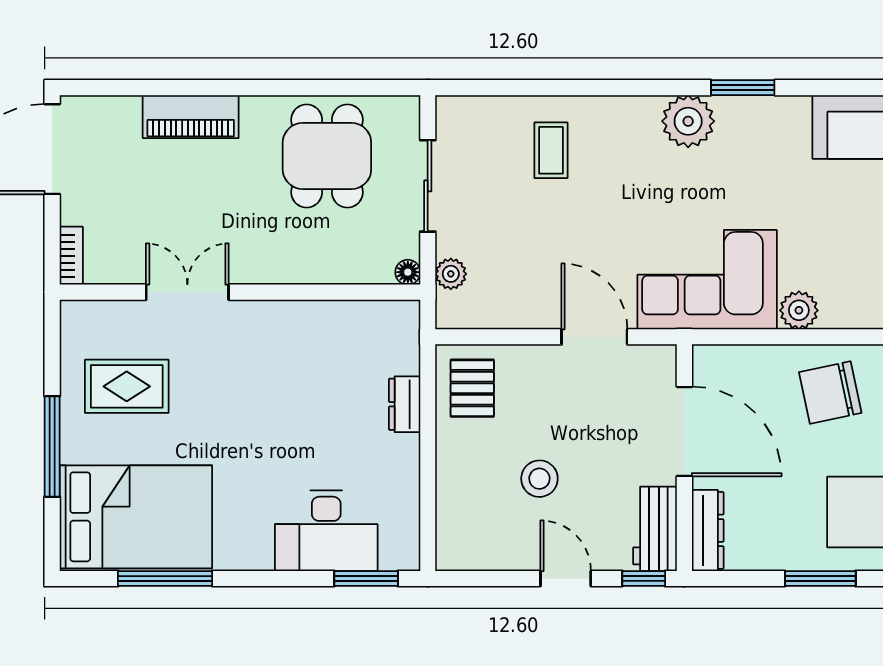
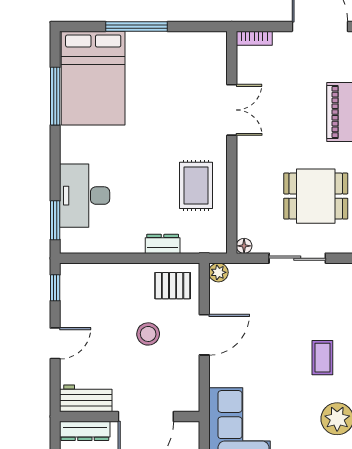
coffee table: (551, 150) -> (322, 358), moved, turned 90
plant: (451, 274) -> (218, 272), moved
door: (594, 337) -> (204, 335), moved
rug: (127, 386) -> (196, 185), moved
stool: (539, 479) -> (148, 334), moved
window: (644, 579) -> (55, 288), moved

